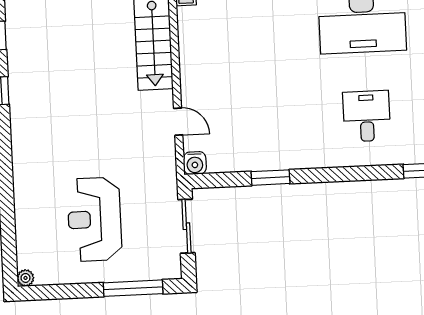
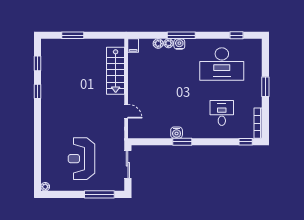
water cooler: (195, 163) -> (177, 133), moved
window: (270, 178) -> (182, 142), moved

